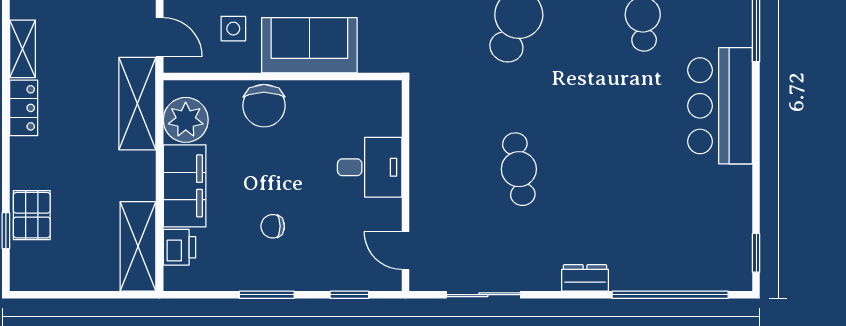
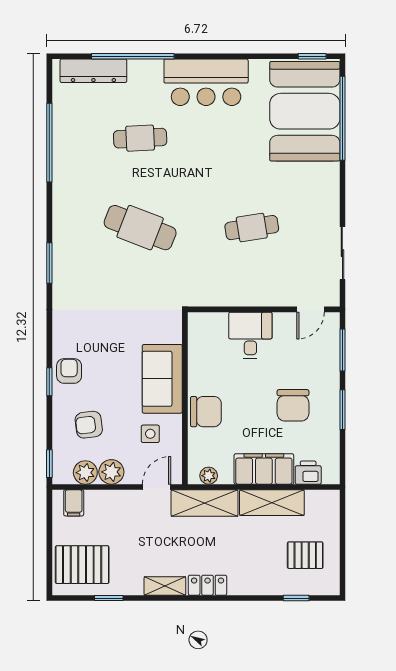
plant: (186, 120) -> (209, 476), width x0.53, depth x0.53
pallet: (32, 215) -> (305, 555), moved
chair: (273, 226) -> (293, 405), width x1.87, depth x1.87
booth: (680, 243) -> (305, 111), added
shelving: (138, 246) -> (272, 503), moved
dresser: (585, 278) -> (330, 180), removed
window: (349, 295) -> (342, 350), width x1.50

